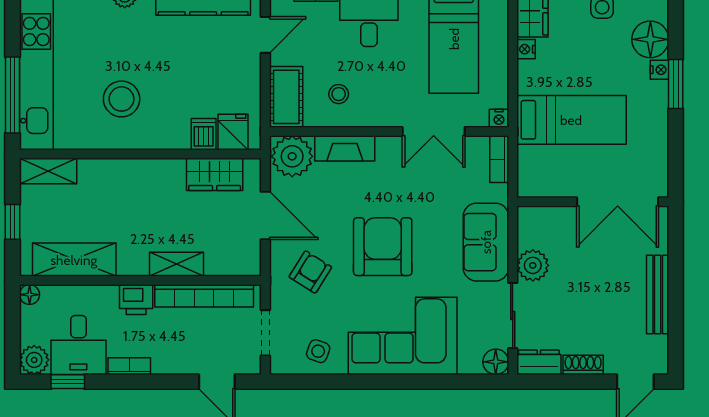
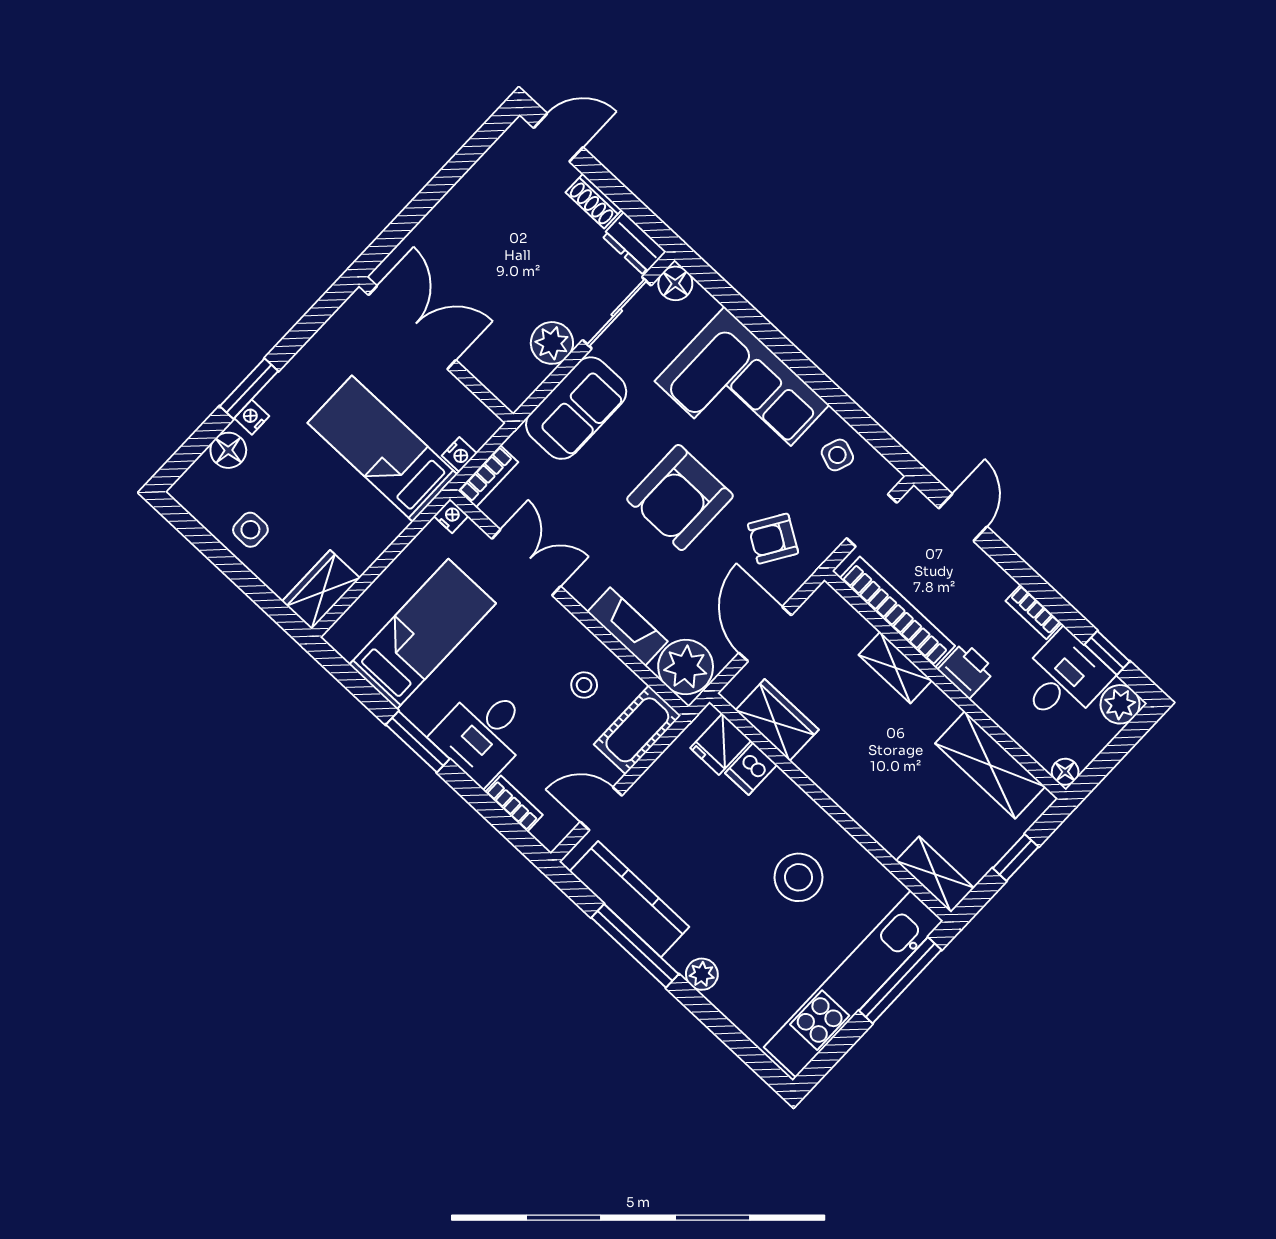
floor lamp: (650, 39) -> (228, 450), width x0.73, depth x0.73
nightstand: (526, 49) -> (459, 455), moved
bench: (658, 294) -> (458, 202), removed

